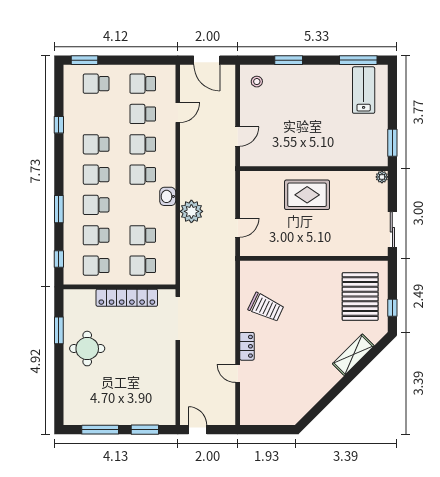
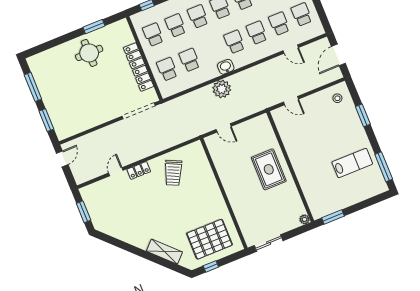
lab bench: (364, 90) -> (352, 163), moved
window: (269, 430) -> (84, 212), added

